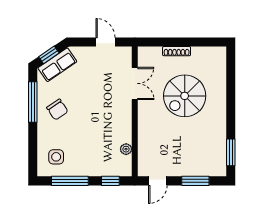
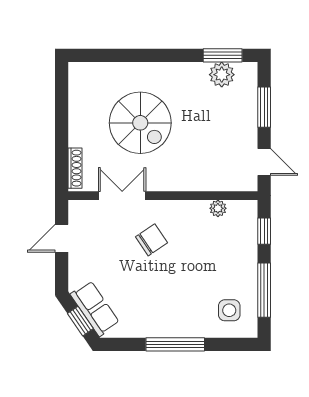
shoe rack: (177, 51) -> (75, 168), moved
window: (33, 102) -> (175, 344), moved
chair: (57, 110) -> (151, 240), moved
plant: (218, 152) -> (222, 75), added

